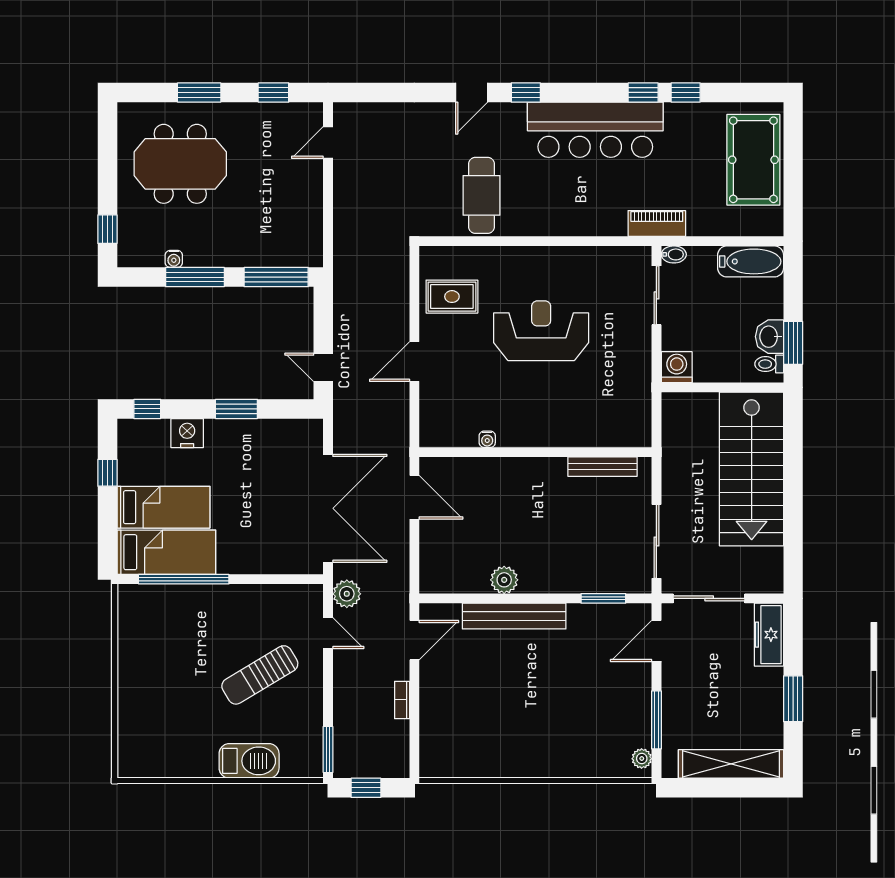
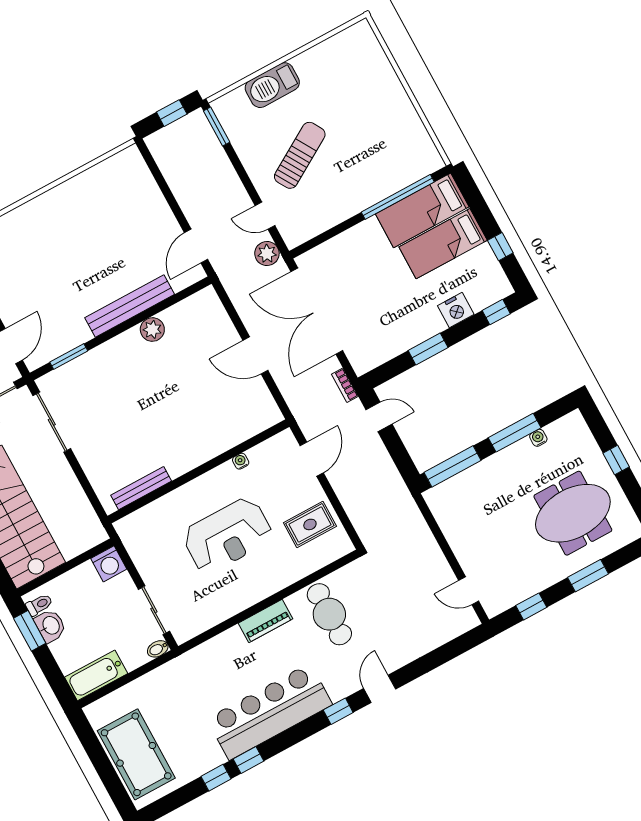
door: (328, 143) -> (469, 591), swing flipped
piano: (657, 223) -> (265, 621), moved
window: (107, 229) -> (616, 460), moved
water cooler: (487, 439) -> (241, 461), moved
wall: (535, 452) -> (198, 471), moved
bench: (603, 467) -> (141, 488), moved
bookcase: (402, 700) -> (345, 385), moved, turned 180

